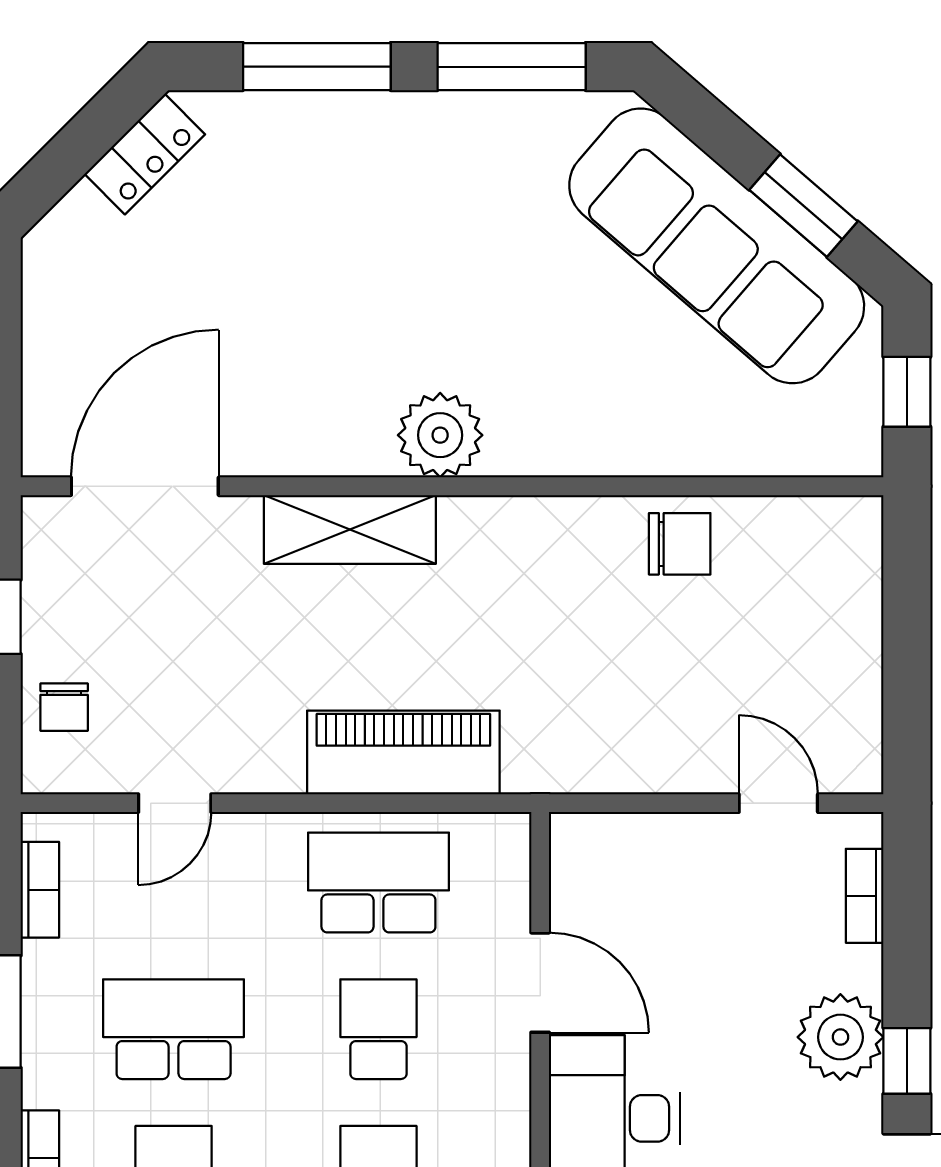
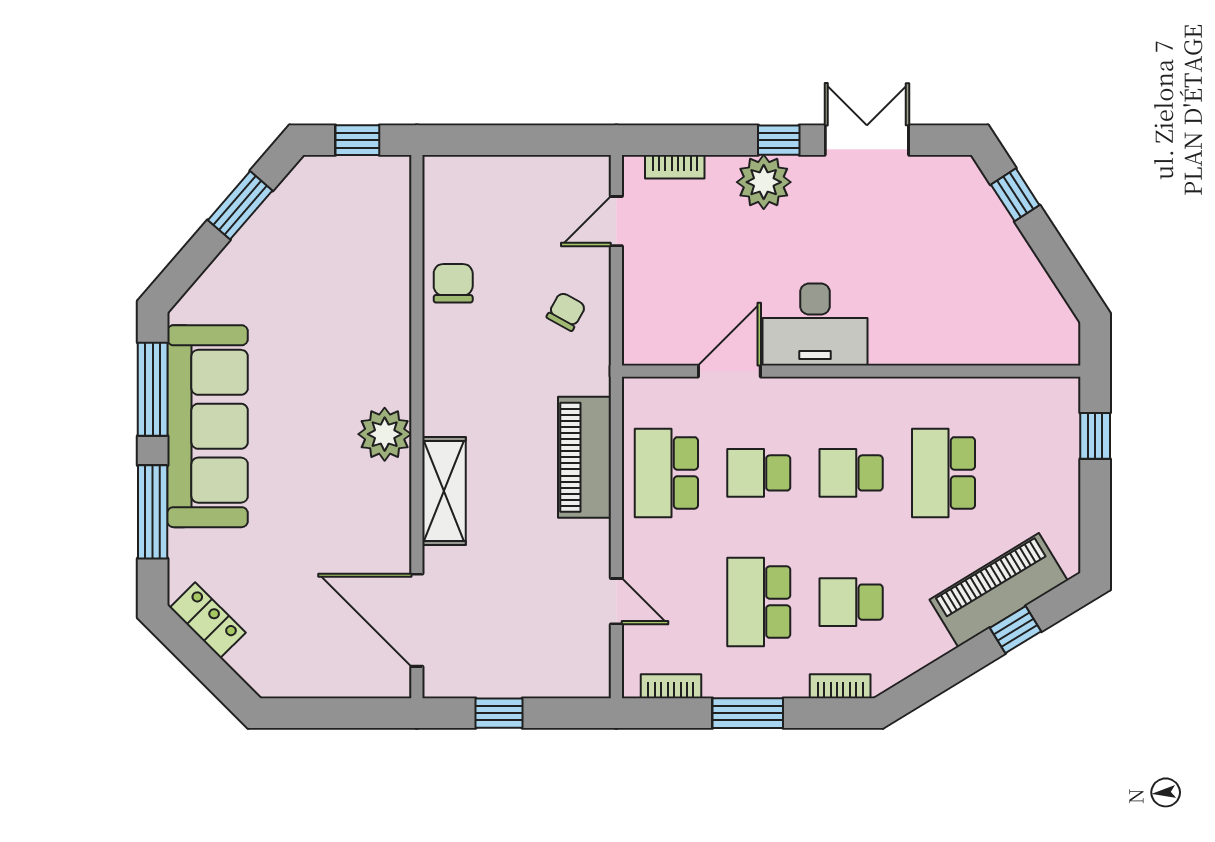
sofa: (717, 246) -> (208, 426), moved, turned -41
chair: (64, 707) -> (566, 311), moved, turned -61

